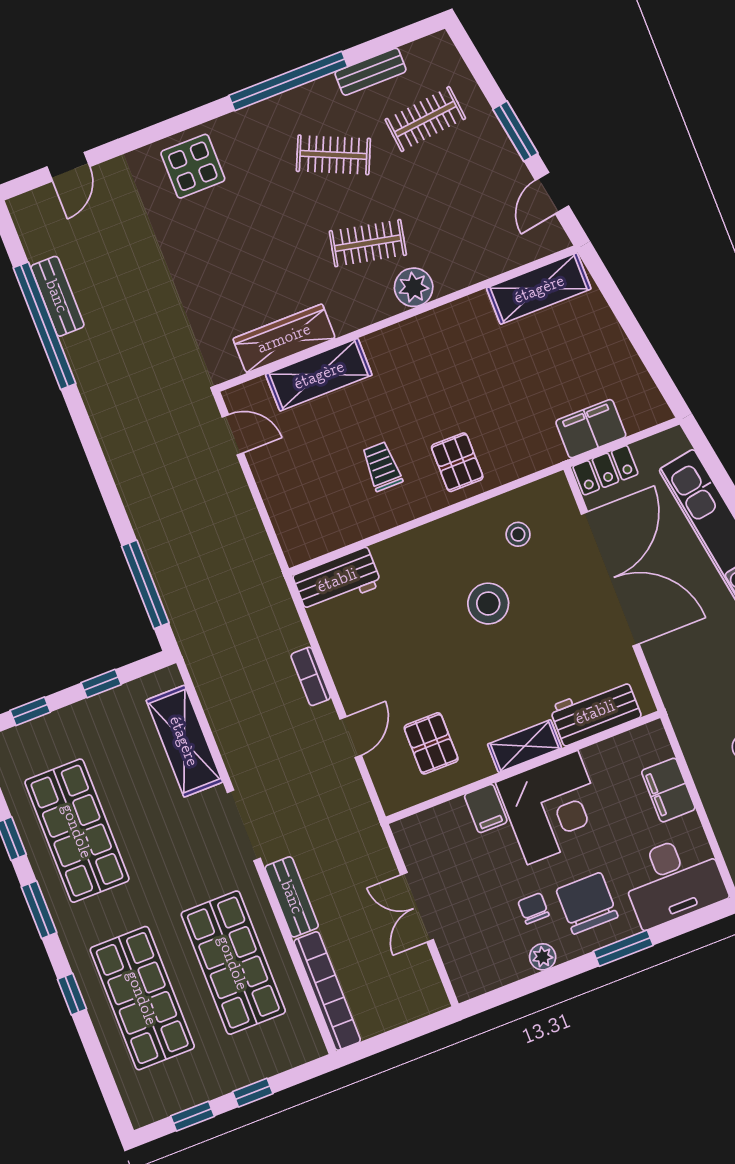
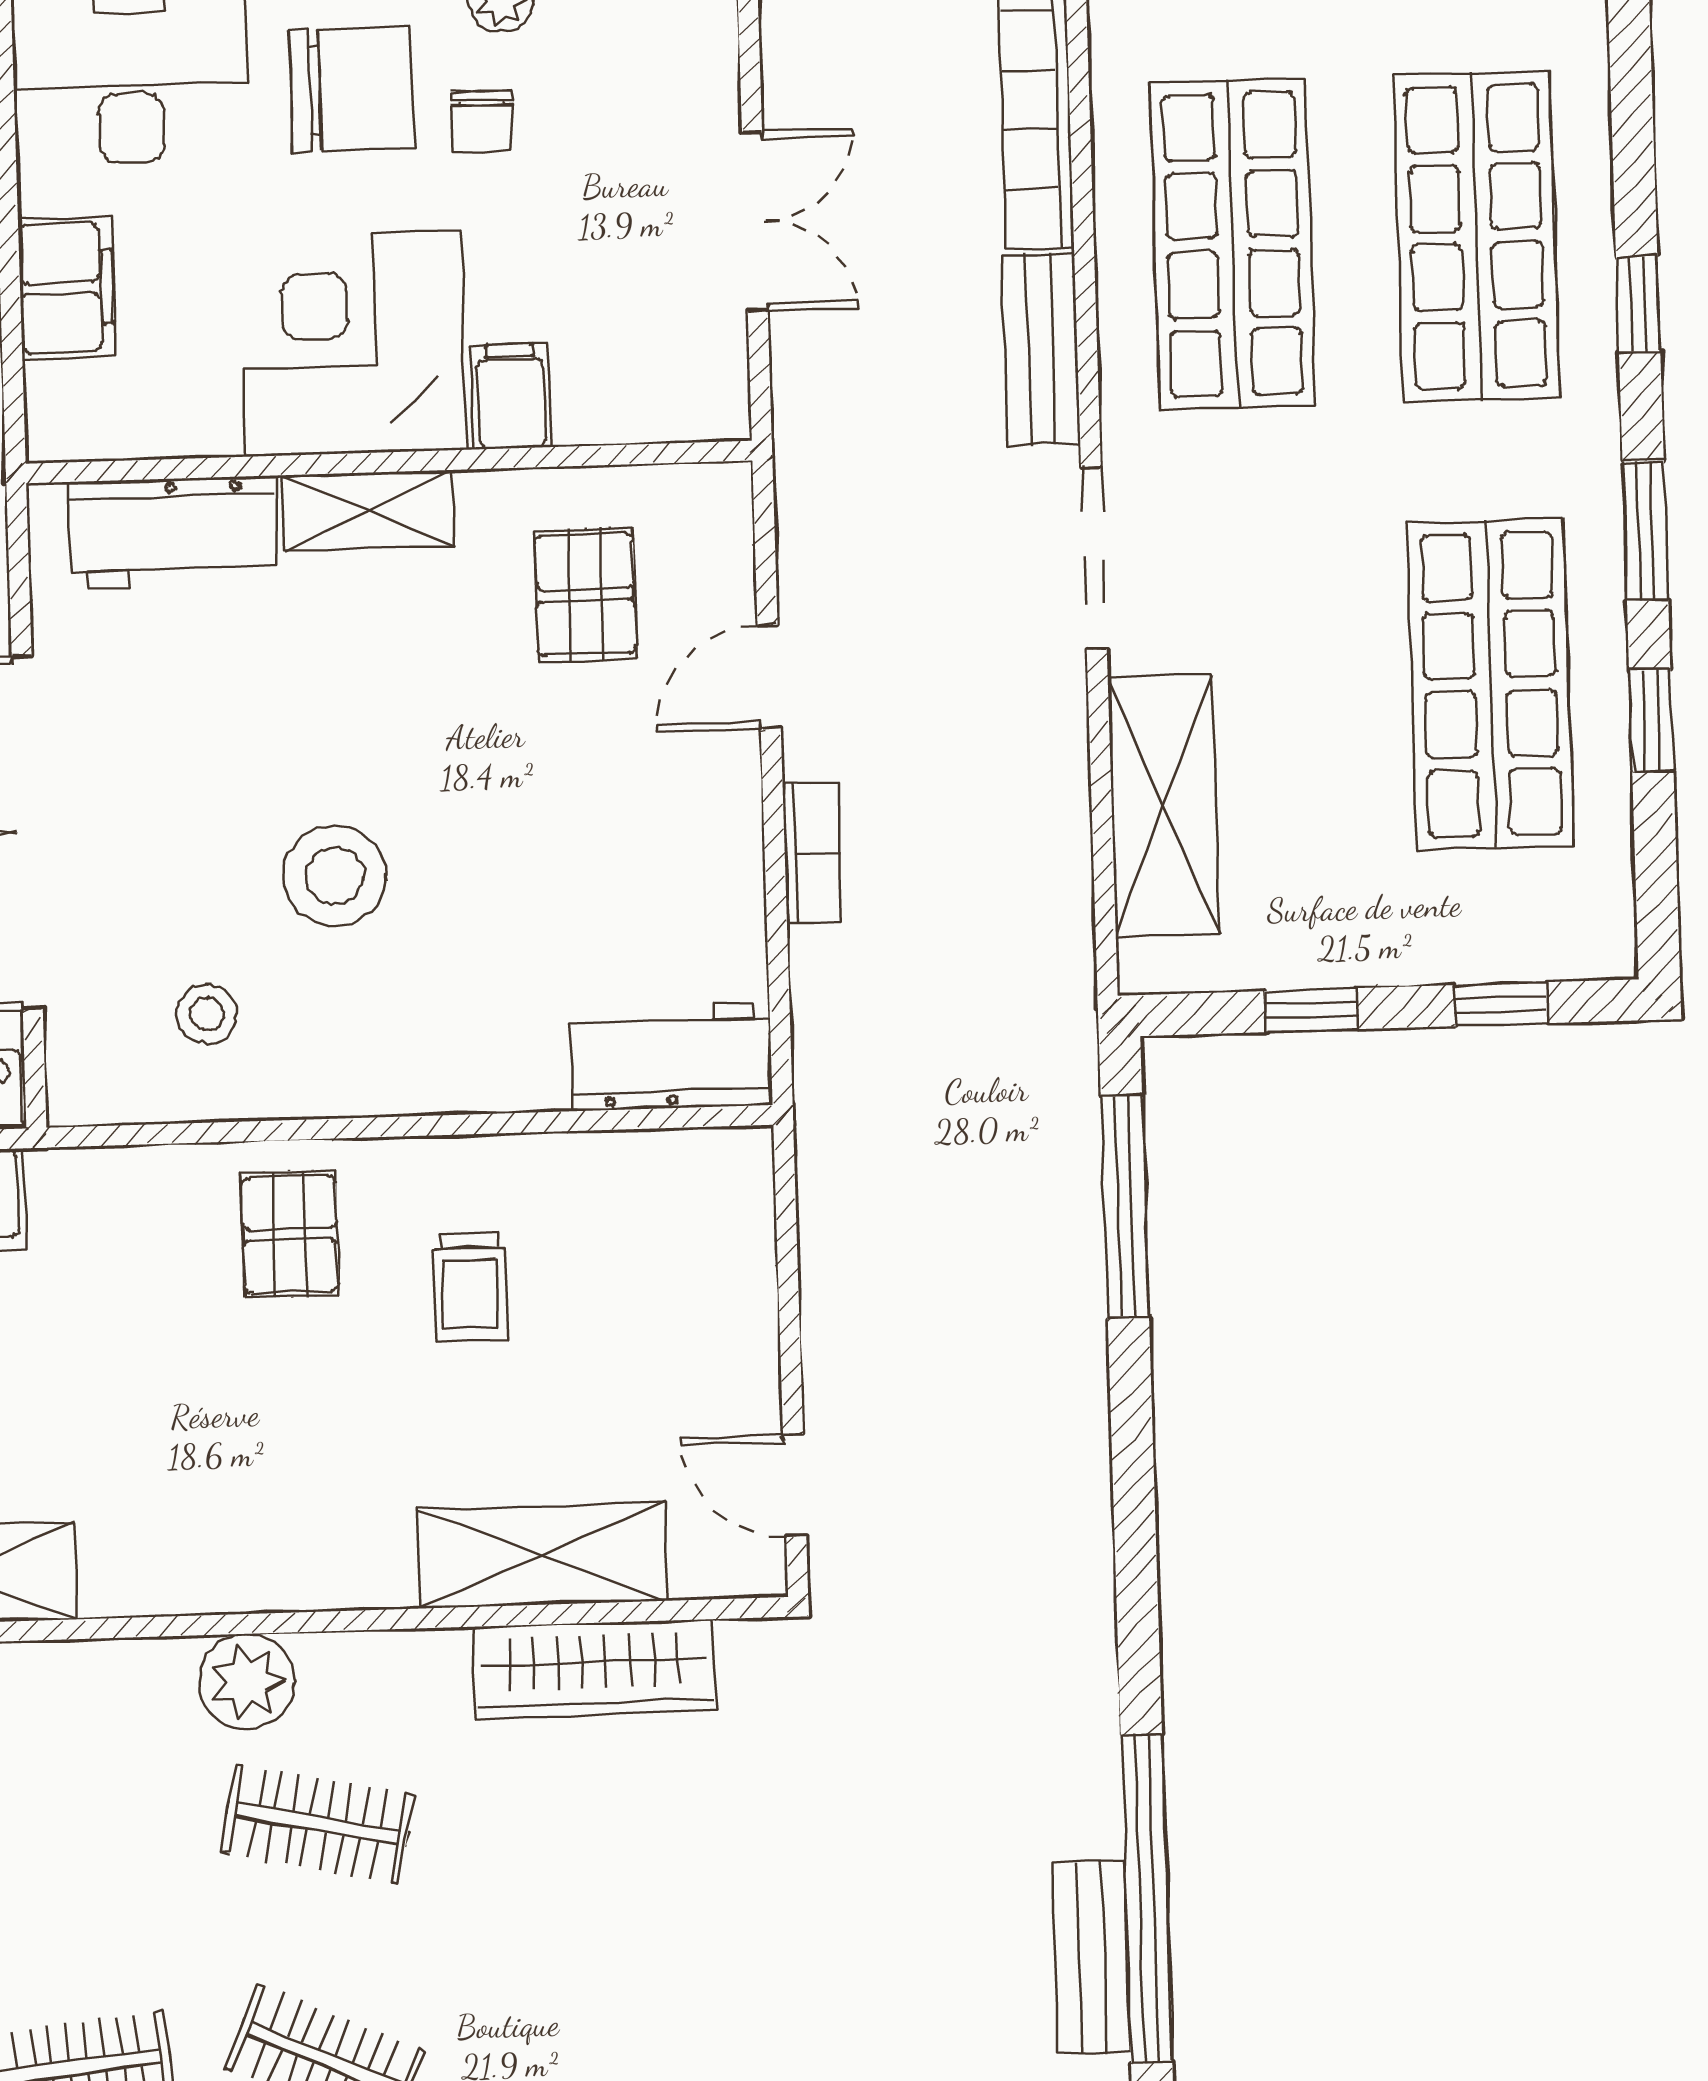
chair: (587, 903) -> (352, 89), turned -90

